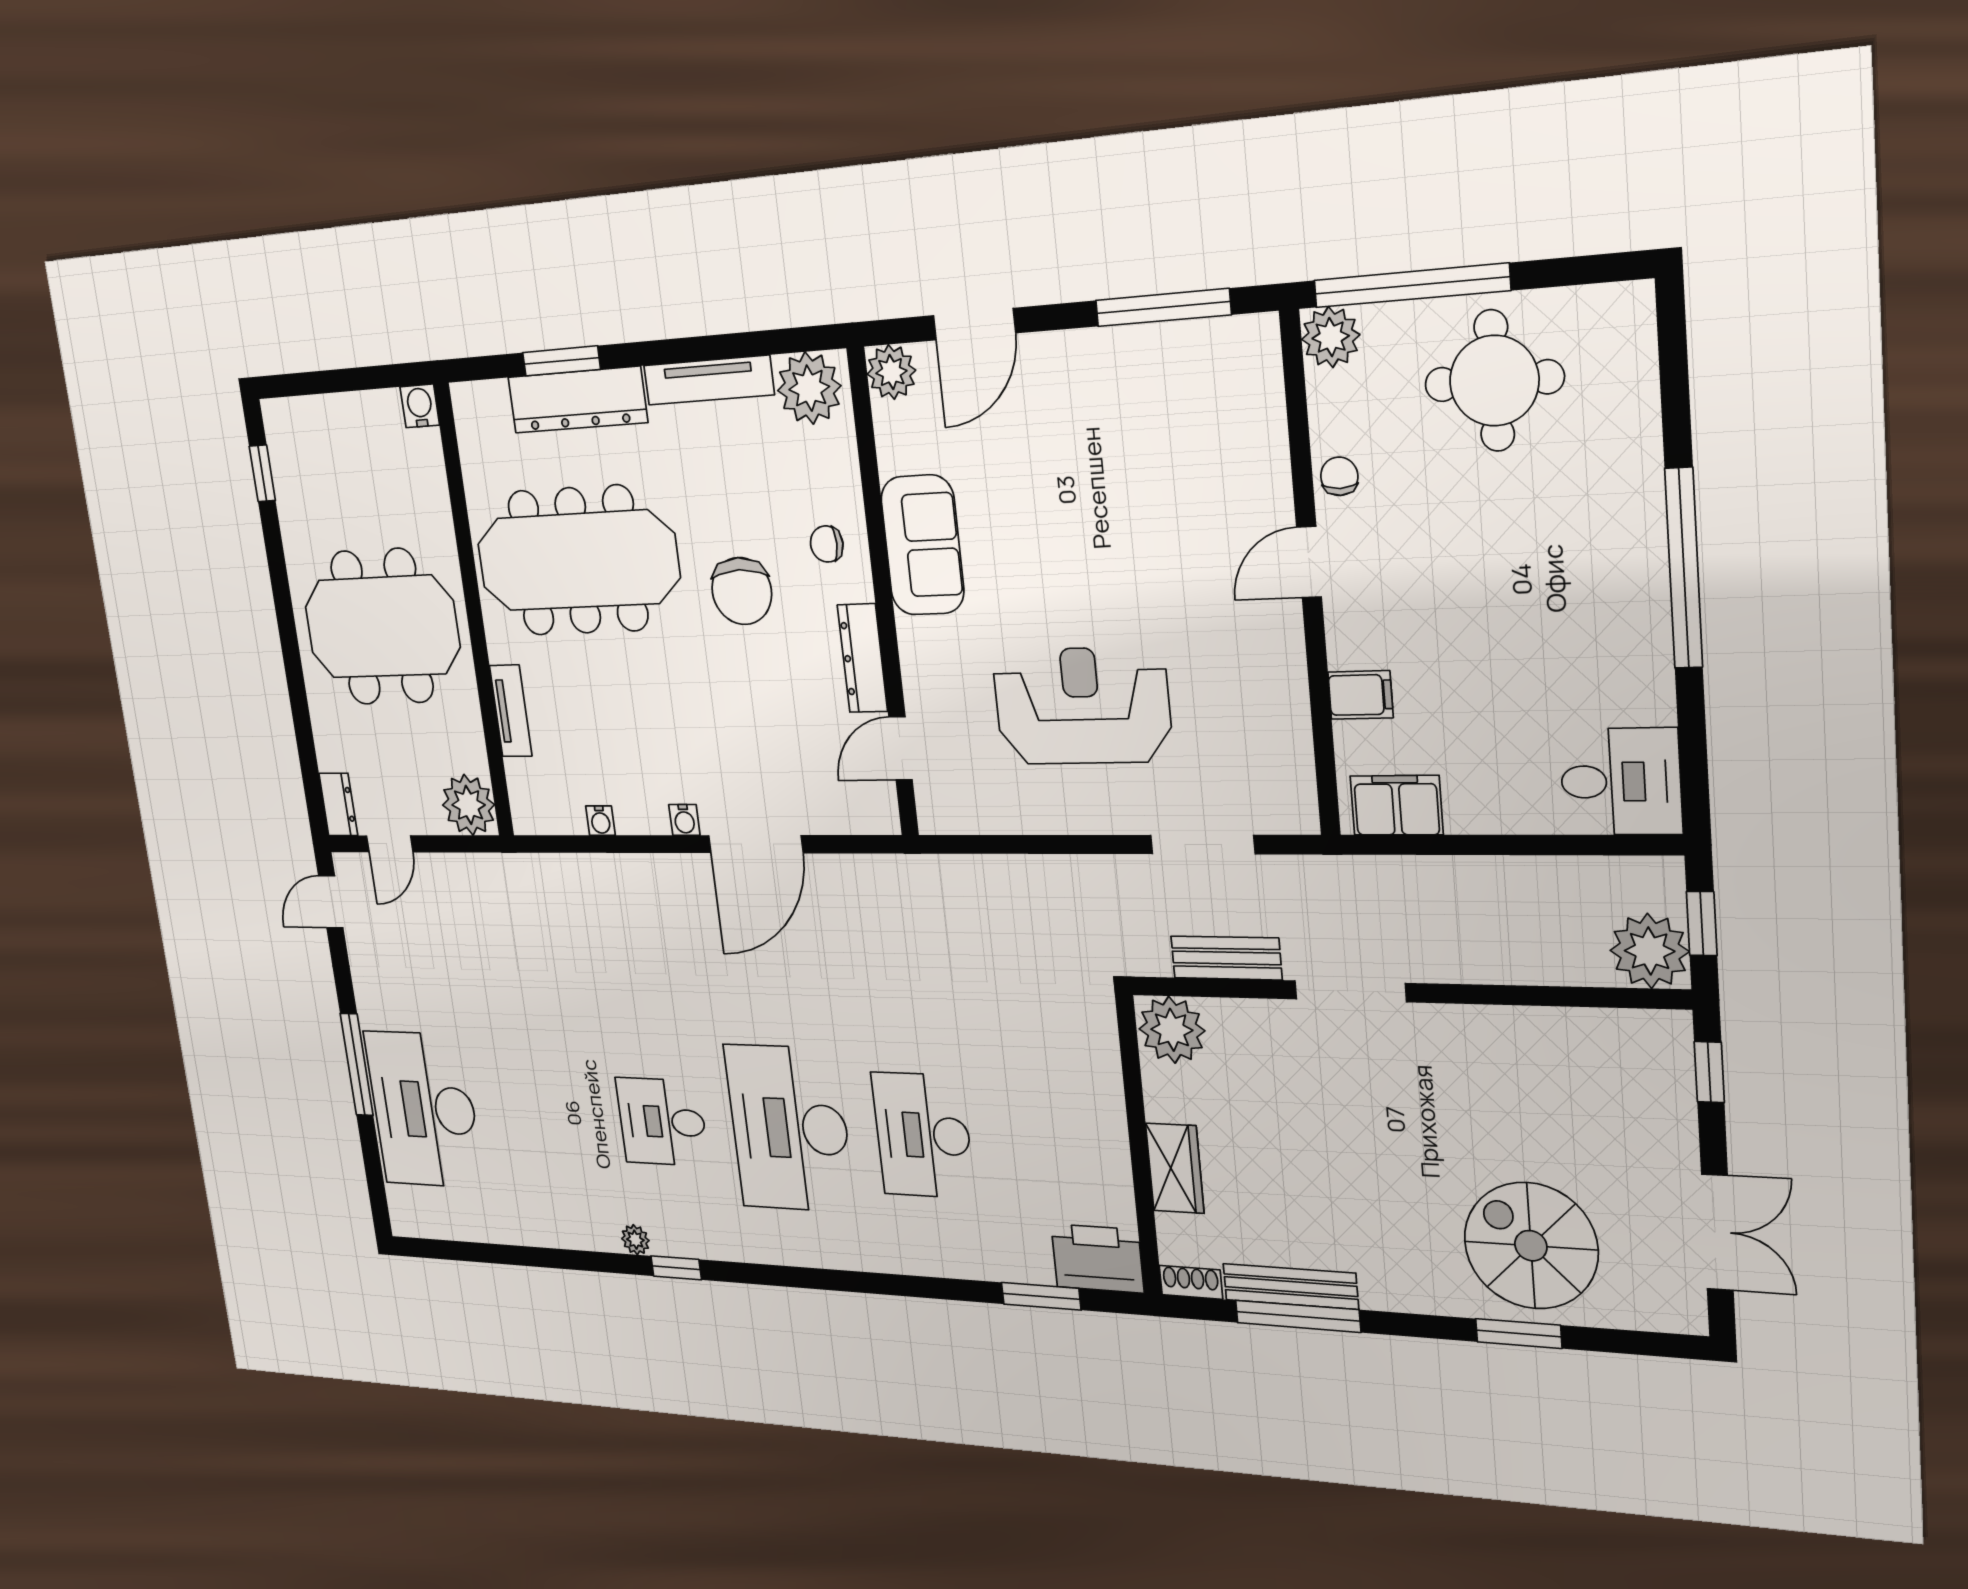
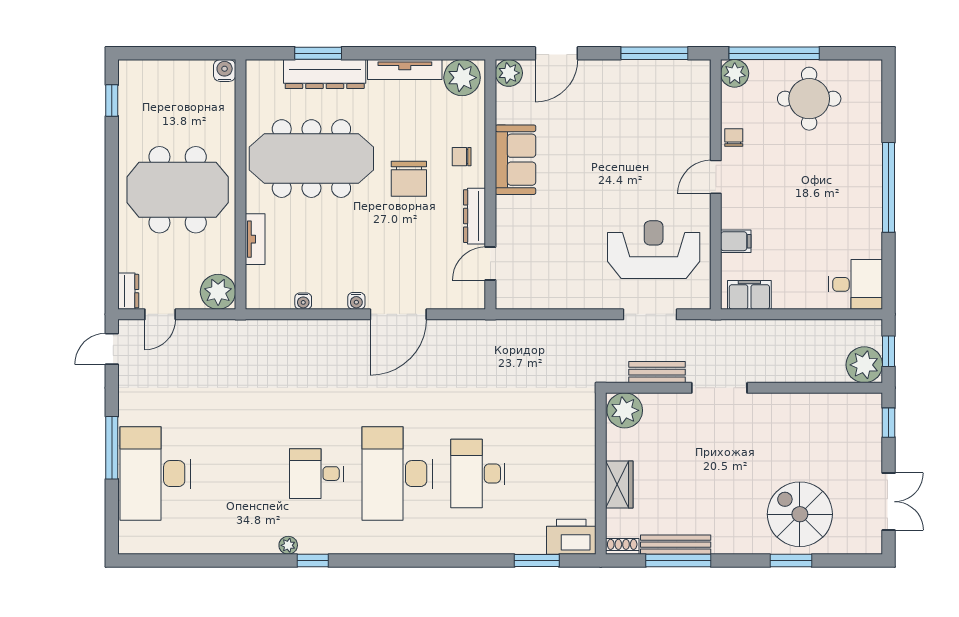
reception desk: (1082, 706) -> (654, 250), moved

